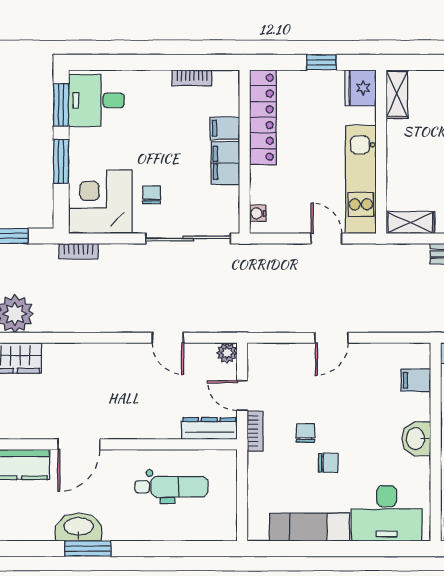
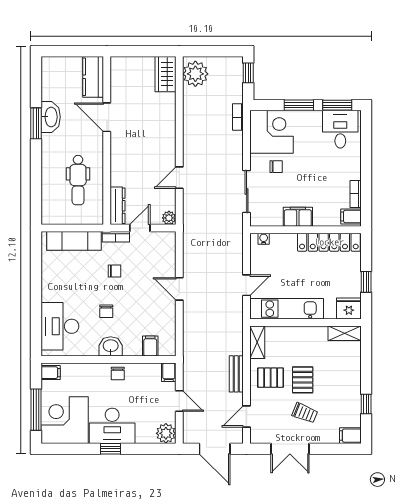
filing cabinet: (225, 128) -> (351, 216), moved, turned -90
sliding door: (188, 238) -> (247, 192), width x0.73
chair: (328, 463) -> (106, 311), moved
exam couch: (309, 527) -> (74, 241), moved, turned 90

